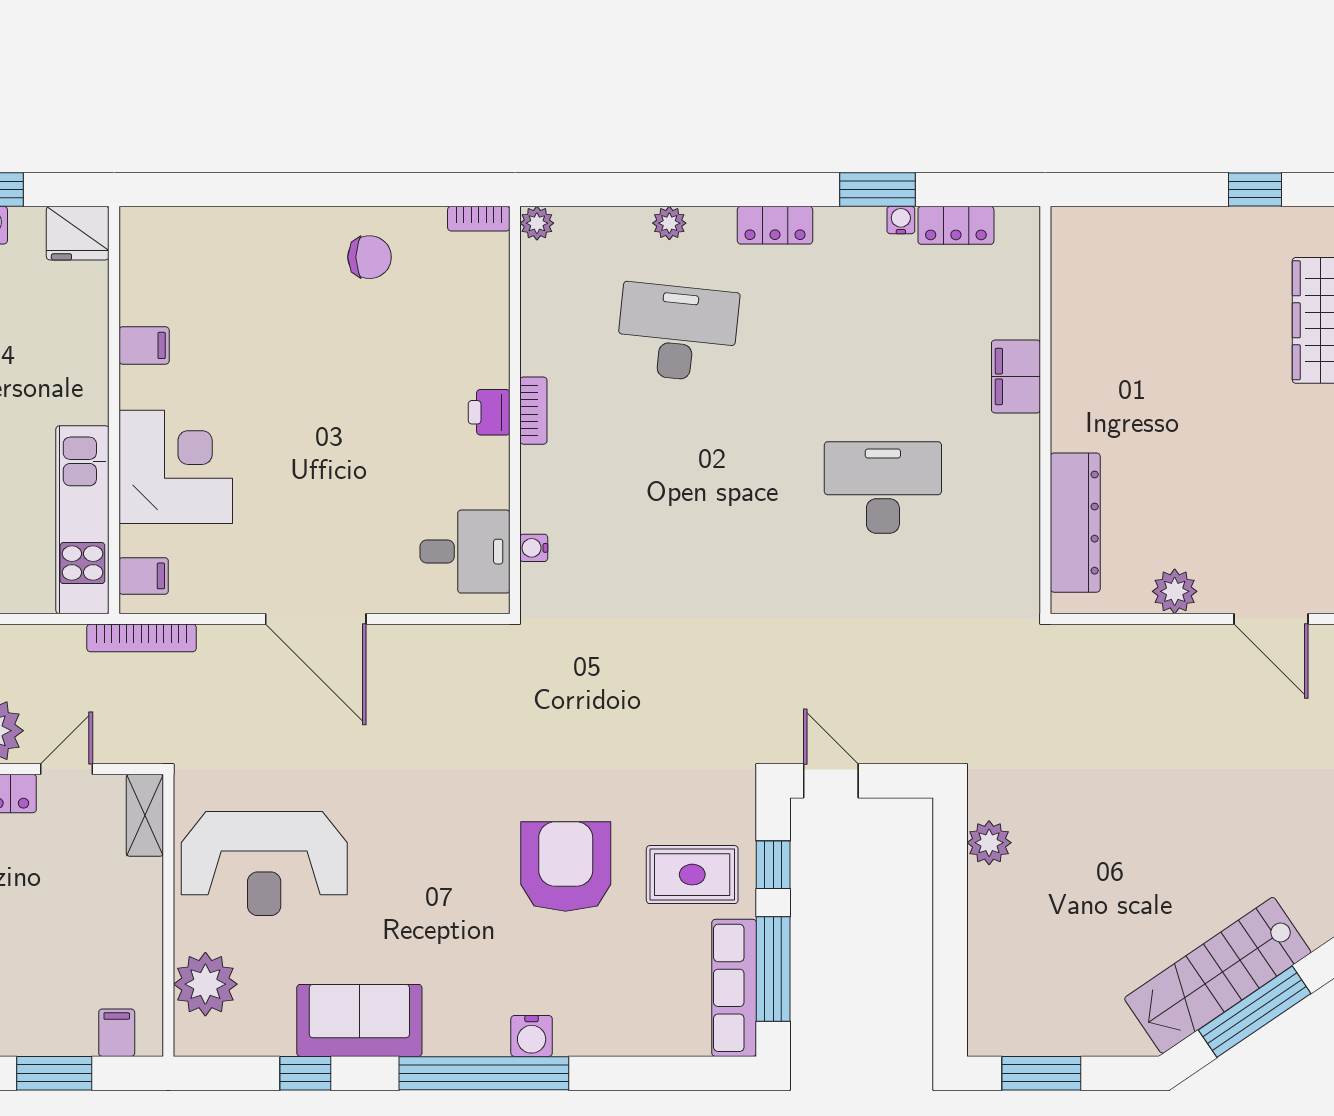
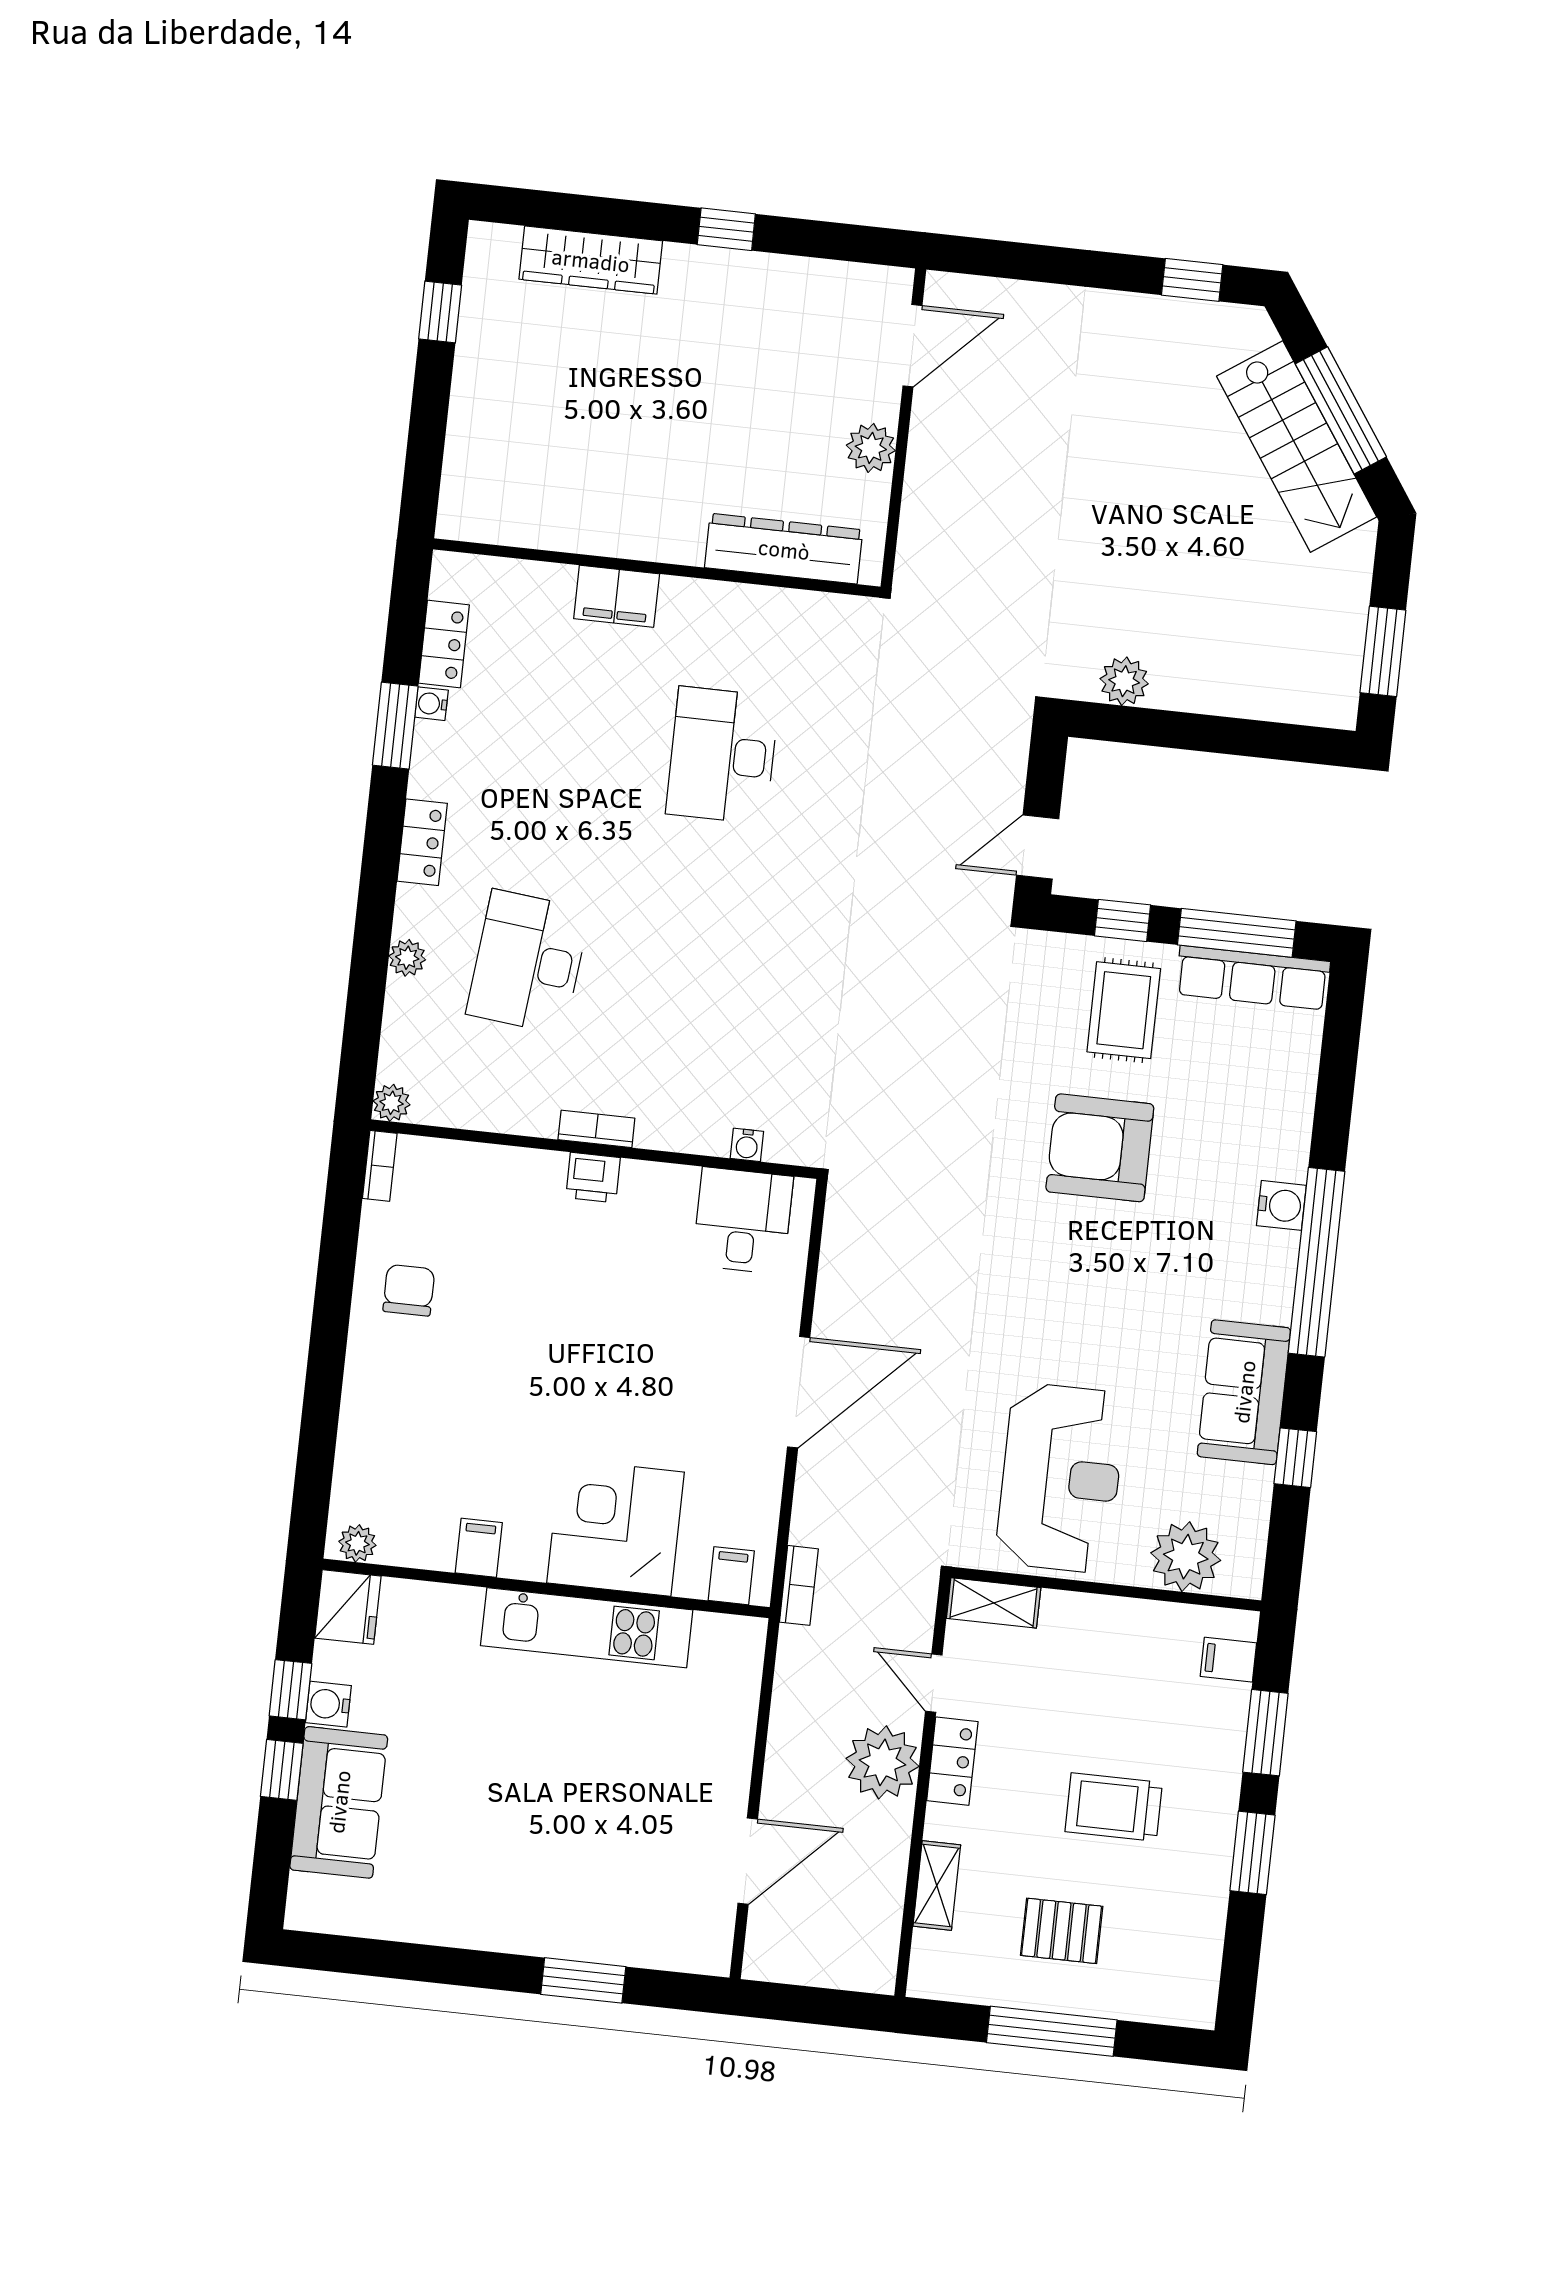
plant: (136, 236) -> (357, 1543), added
kitchen unit: (82, 520) -> (587, 1628), moved
bookcase: (141, 638) -> (799, 1585), width x0.64

